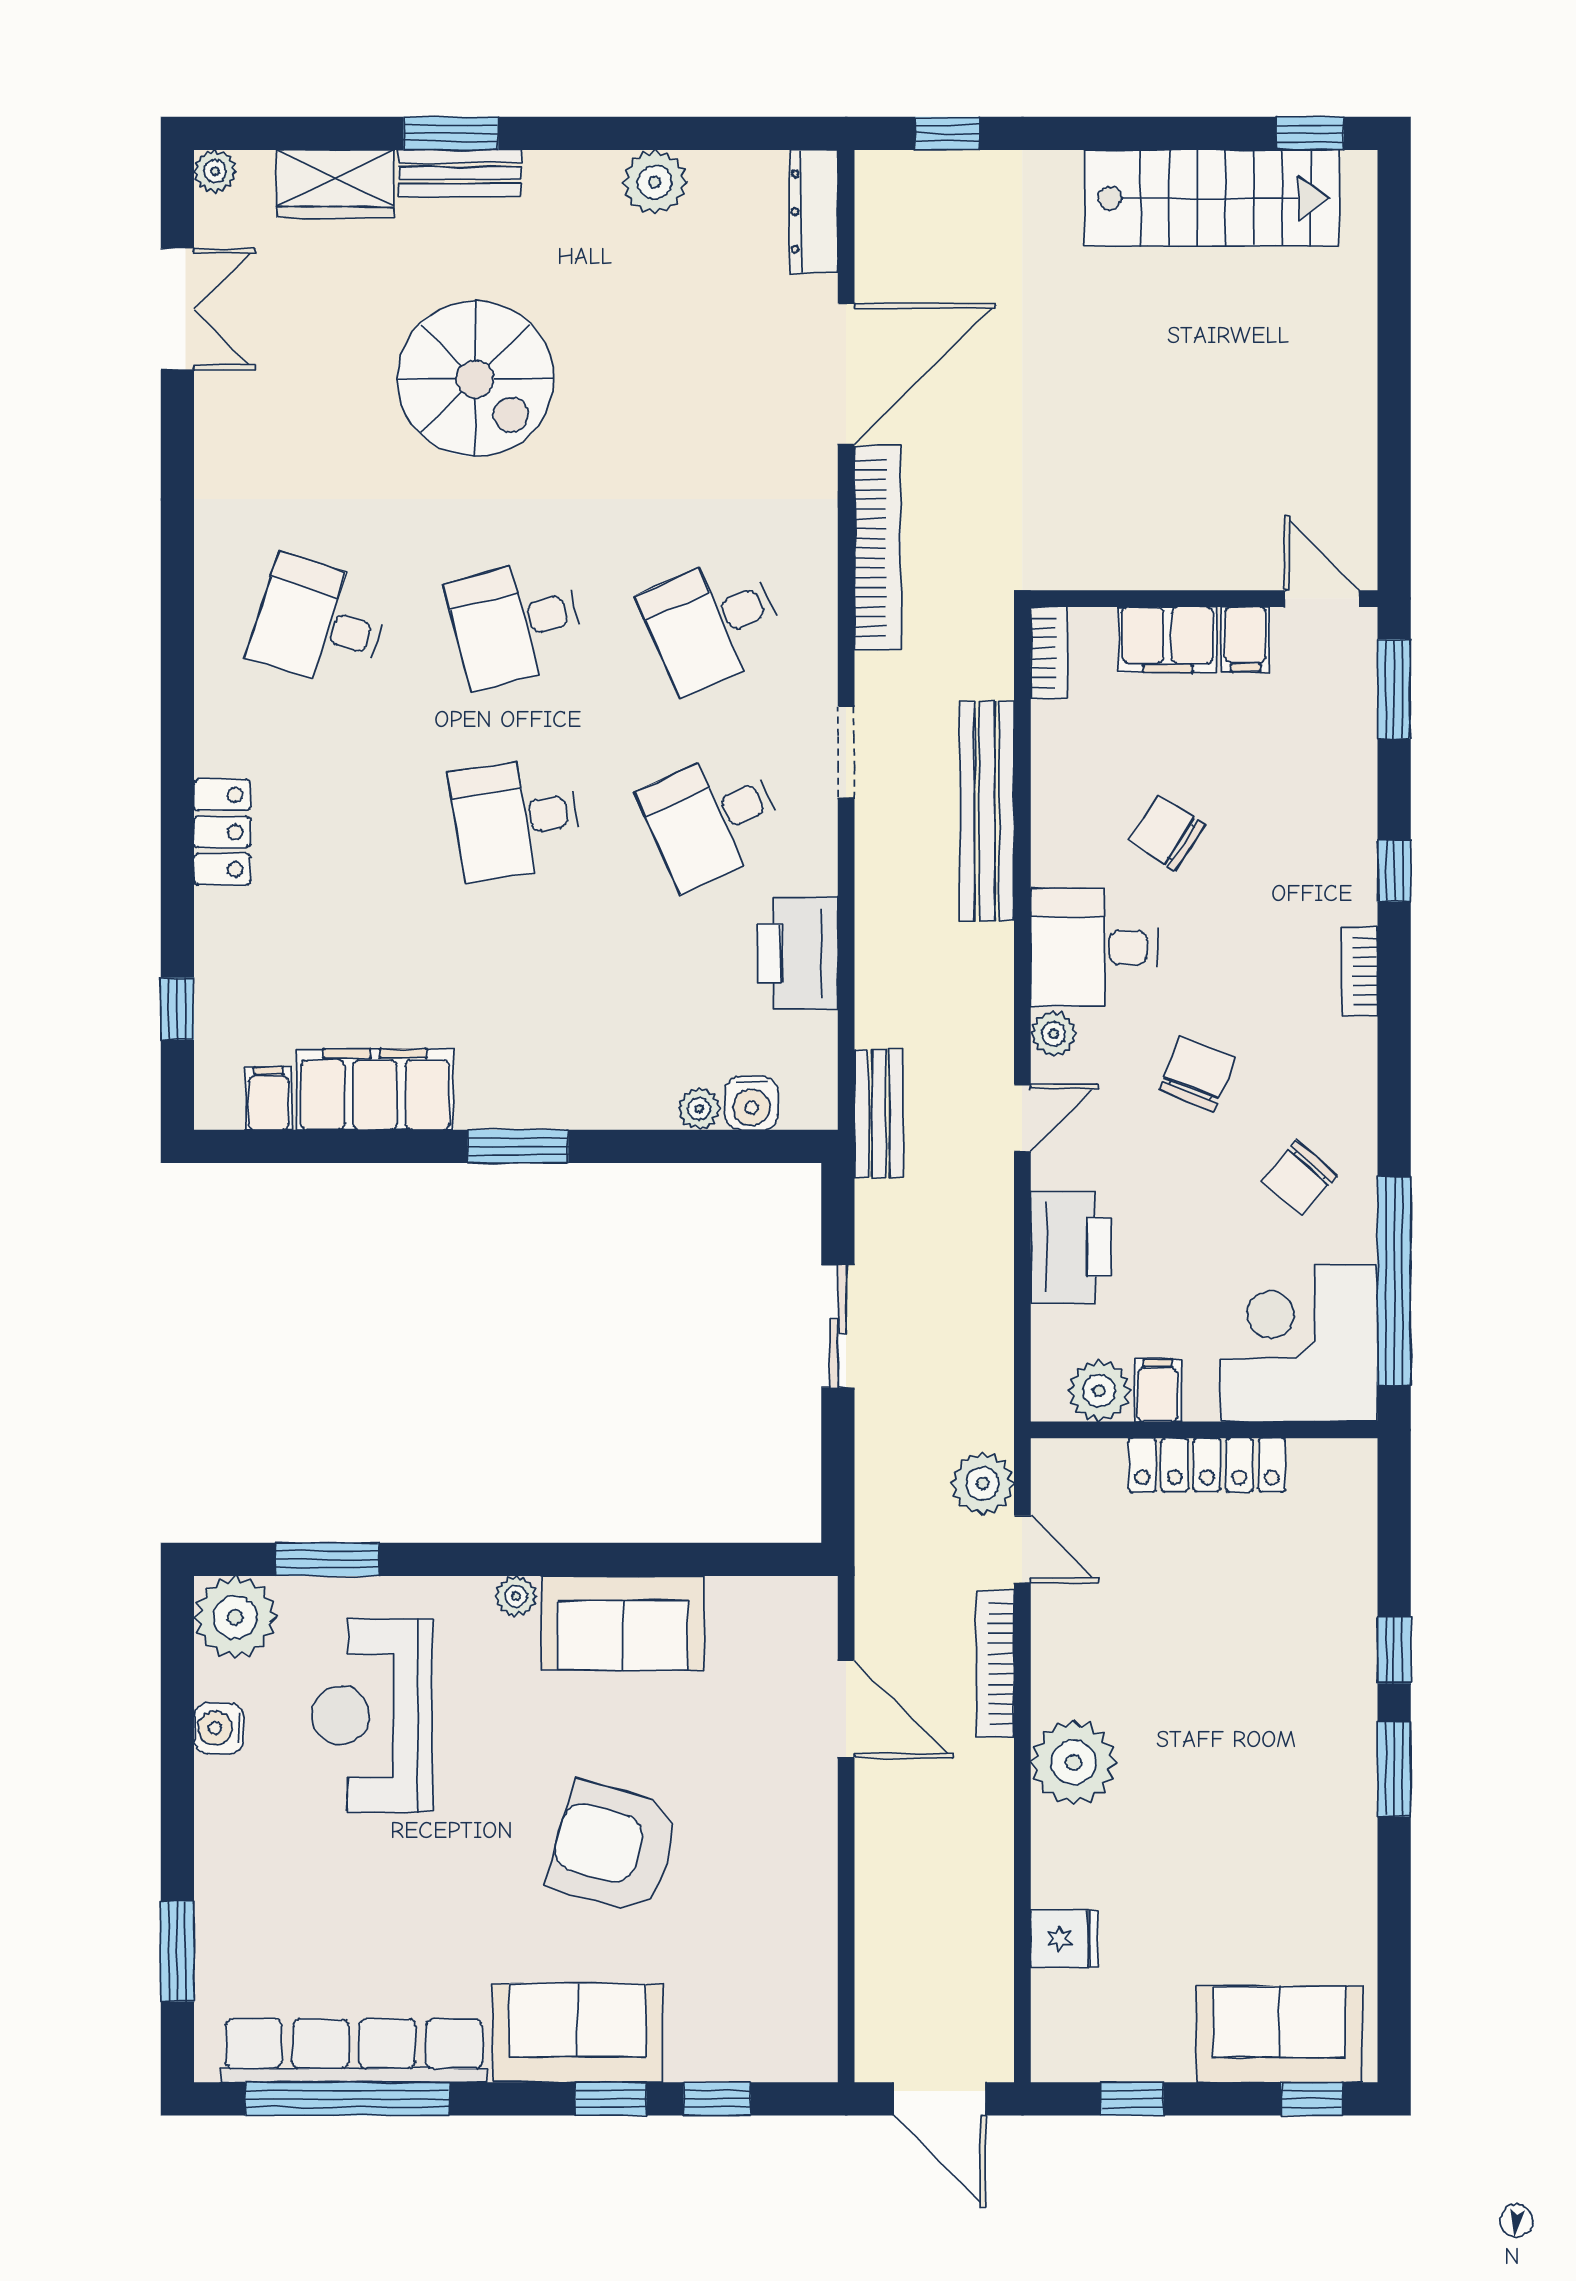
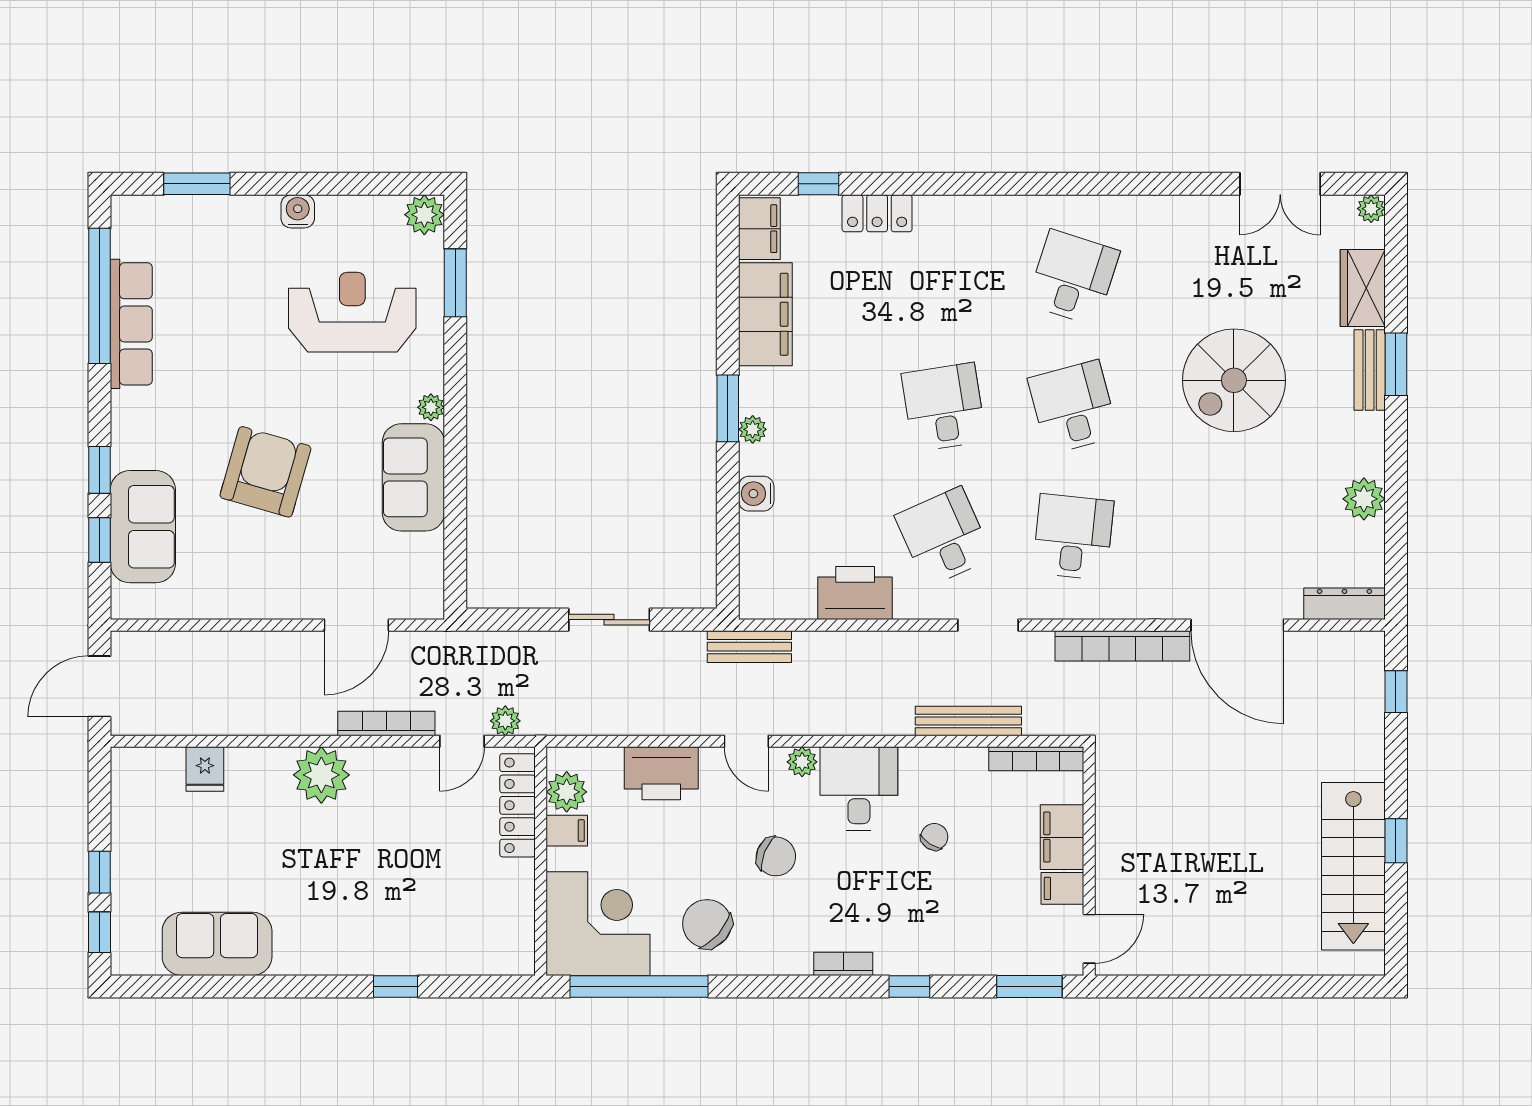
window: (1310, 133) -> (1396, 841), moved
desk: (712, 623) -> (1073, 537), turned 30
bookcase: (1049, 653) -> (1036, 759), width x1.56
bench: (987, 811) -> (968, 721), width x0.73, depth x0.82
locker: (222, 832) -> (877, 213), moved
chair: (1167, 833) -> (934, 837), width x0.73, depth x0.73
filing cabinet: (269, 1098) -> (759, 229), width x2.00
water cooler: (751, 1103) -> (756, 494), moved
plant: (699, 1109) -> (753, 429), moved
chair: (1299, 1178) -> (707, 924), width x1.37, depth x1.37
locker: (1207, 1465) -> (518, 805), moved
plant: (983, 1484) -> (505, 721), width x0.73, depth x0.73
plant: (235, 1617) -> (424, 215), width x0.73, depth x0.73
water cooler: (219, 1728) -> (298, 211), moved
window: (1394, 1769) -> (317, 986), removed
sofa: (577, 2033) -> (143, 527), moved
sofa: (1279, 2034) -> (217, 944), moved, turned -90
row of seats: (354, 2051) -> (131, 324), width x0.73
window: (1132, 2099) -> (99, 872), moved

